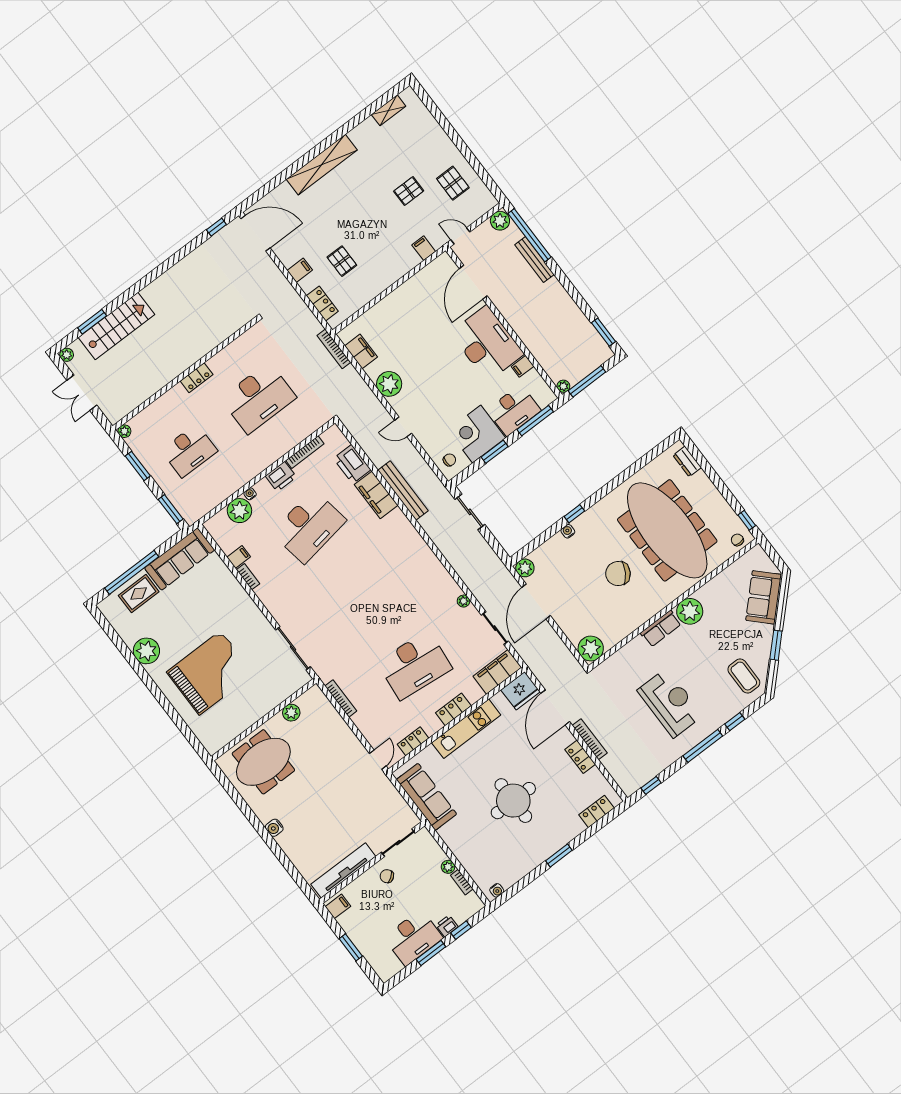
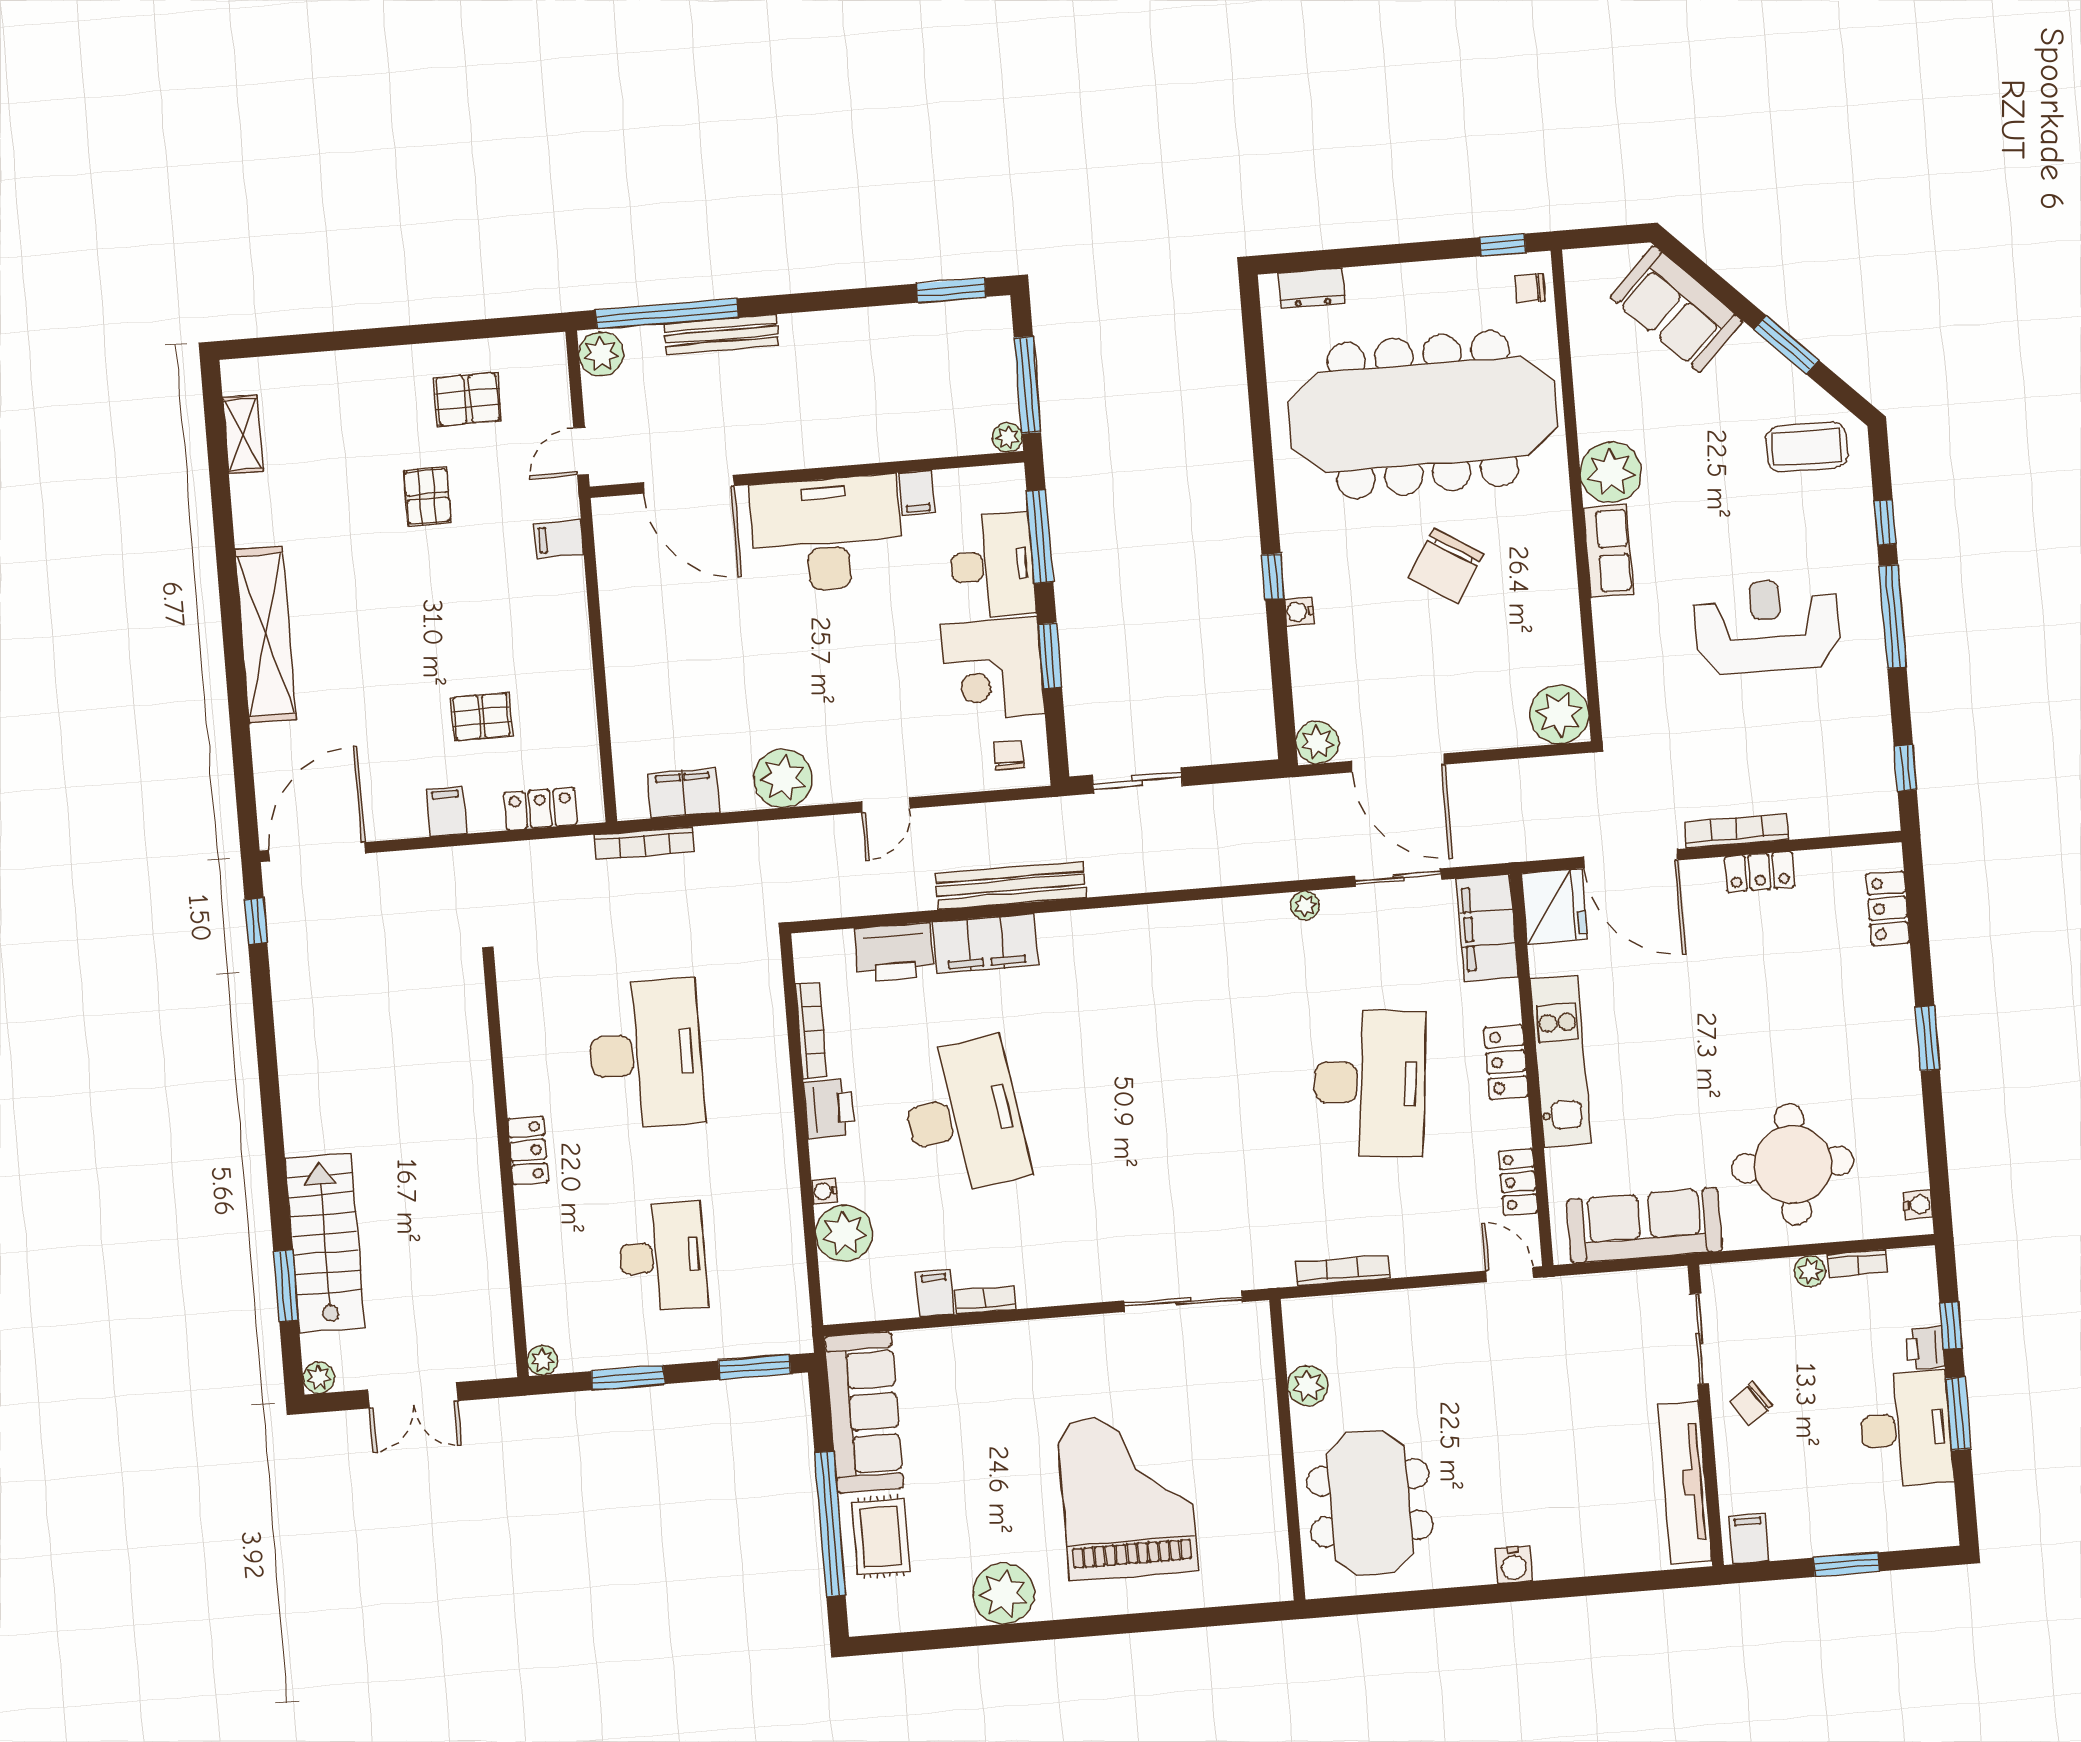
round table: (513, 801) -> (1793, 1165), moved

